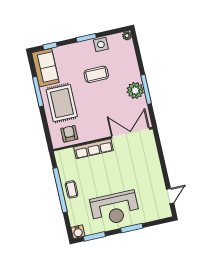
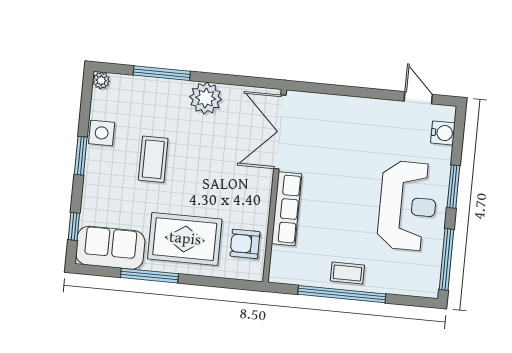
window: (146, 89) -> (162, 73), moved
water cooler: (78, 232) -> (443, 133), moved
window: (94, 236) -> (446, 259), width x1.44

